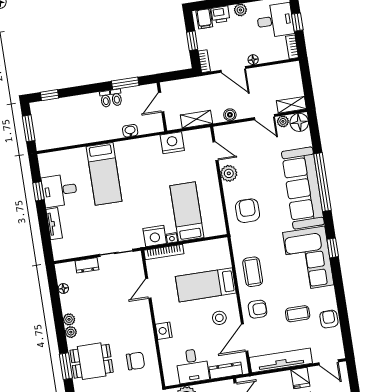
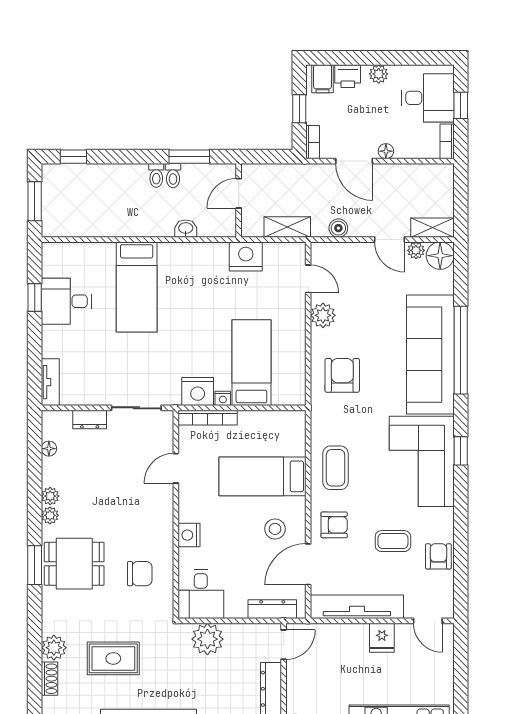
tv unit: (54, 224) -> (50, 382), moved
desk: (192, 366) -> (201, 594), moved

